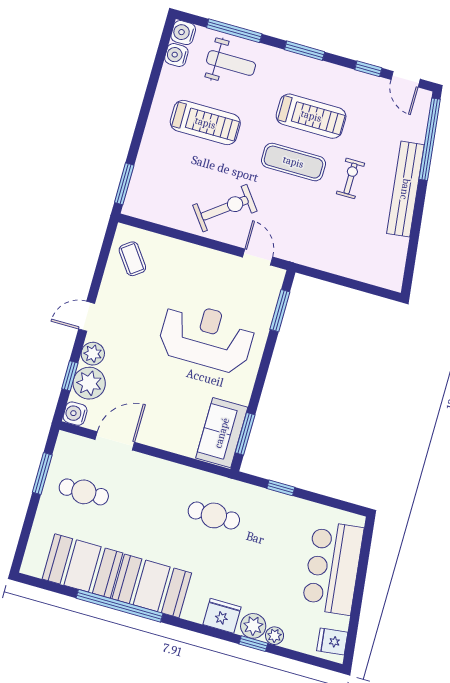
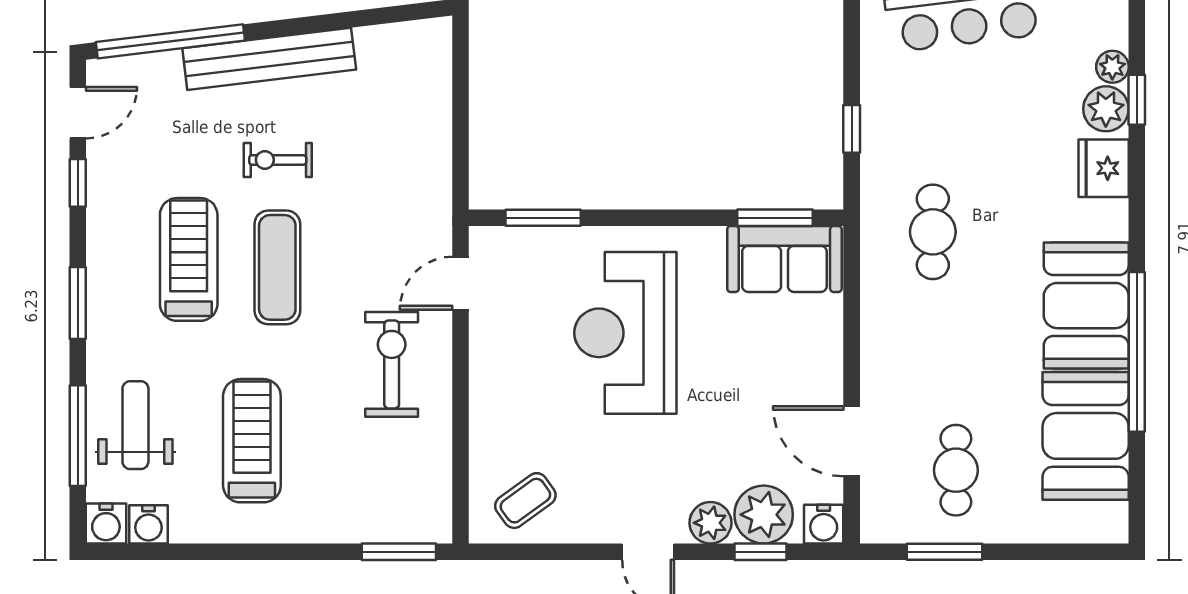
exercise bike: (225, 208) -> (392, 364), turned 37

